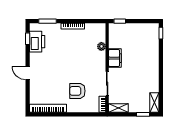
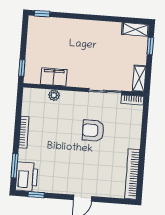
printer: (37, 42) -> (27, 177), moved, turned 90
filing cabinet: (115, 58) -> (54, 77), moved
armchair: (77, 91) -> (93, 131), moved, turned 90

